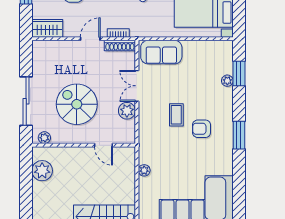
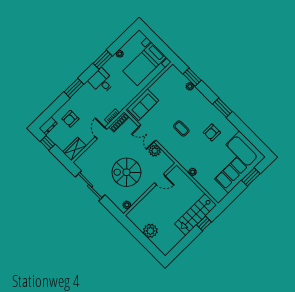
sliding door: (26, 101) -> (90, 186), moved
armchair: (202, 129) -> (212, 132), moved
plant: (42, 171) -> (150, 231), moved

